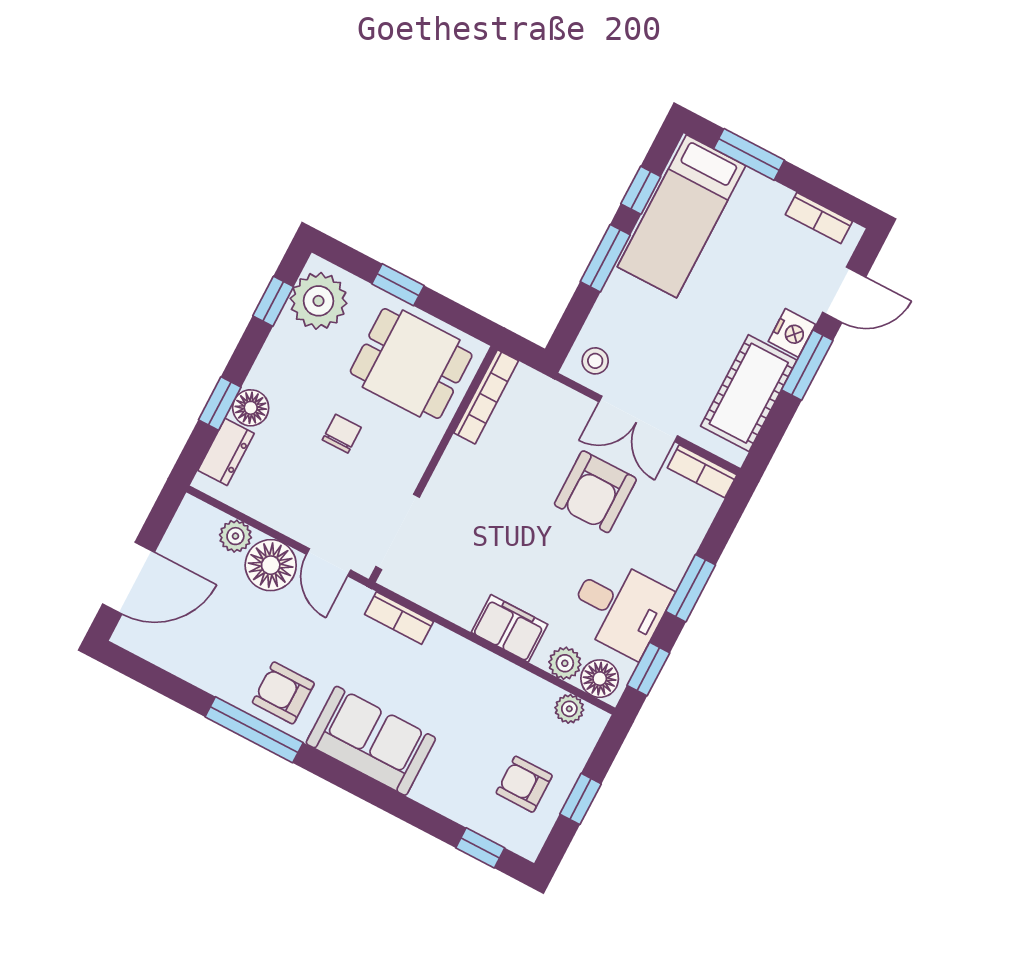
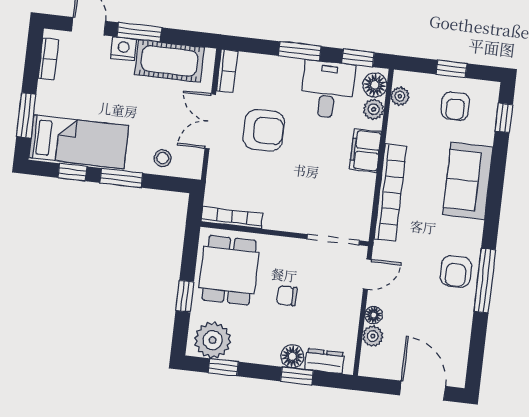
stool: (595, 361) -> (163, 158), moved
double door: (638, 419) -> (210, 121), swing flipped
floor lamp: (271, 565) -> (374, 315), width x0.53, depth x0.53
bookcase: (399, 618) -> (390, 192), width x2.31, depth x1.31
sofa: (371, 741) -> (468, 181), moved

